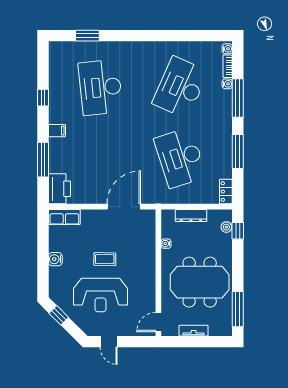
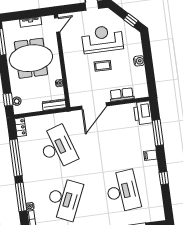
window: (238, 151) -> (16, 158), width x1.46
dresser: (191, 216) -> (54, 105), moved
row of seats: (64, 217) -> (122, 95), moved

